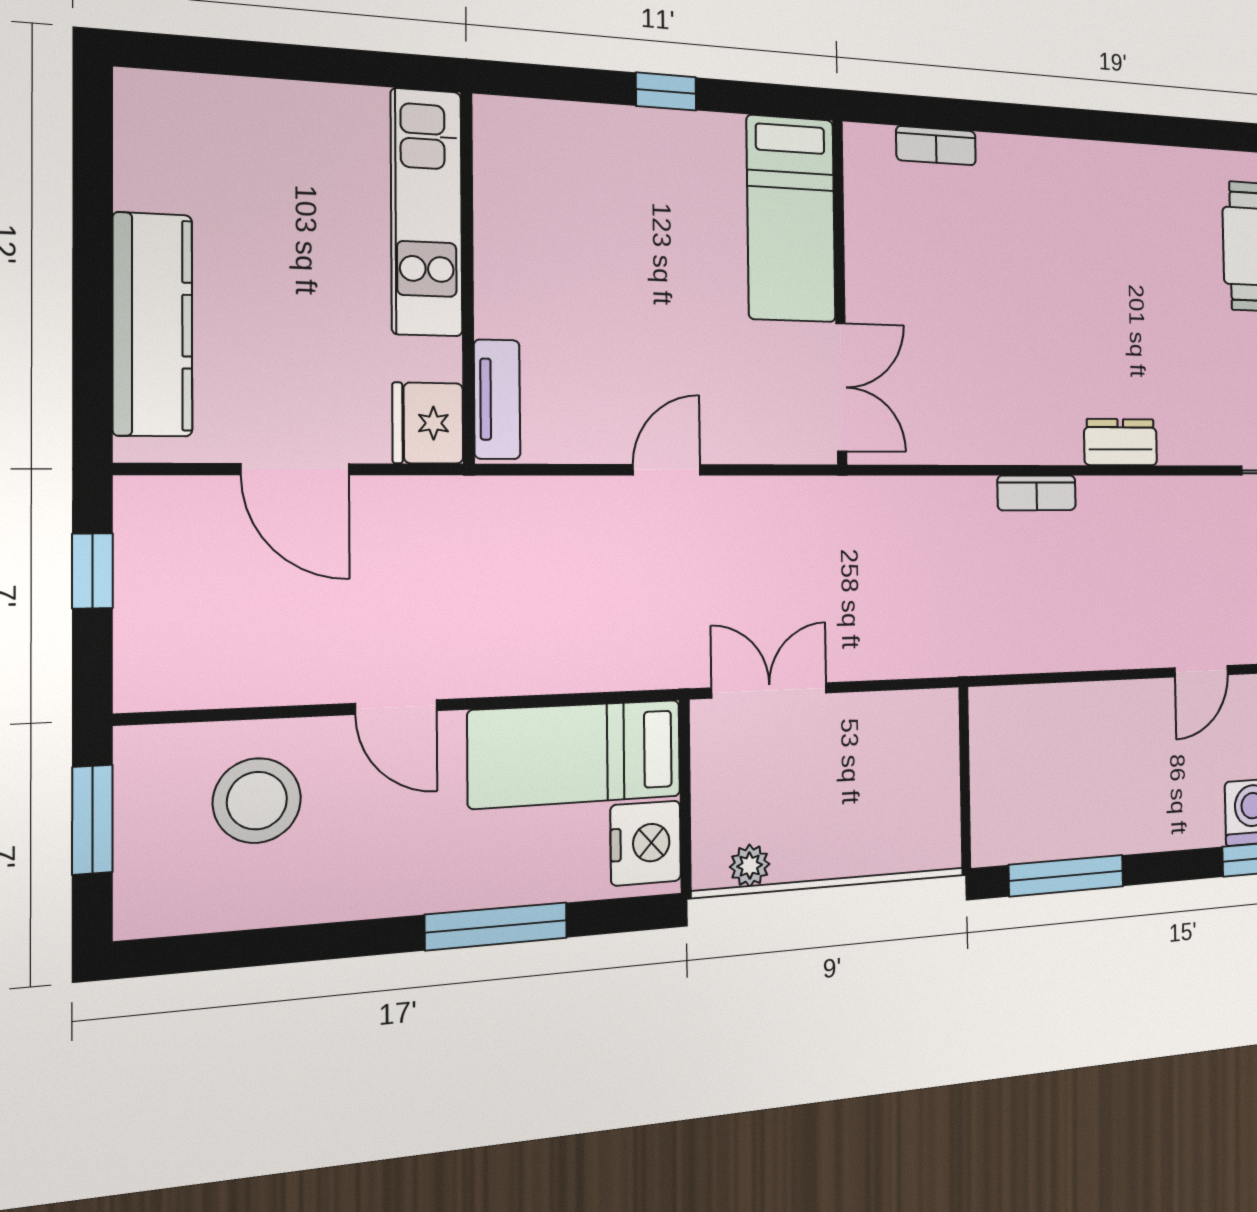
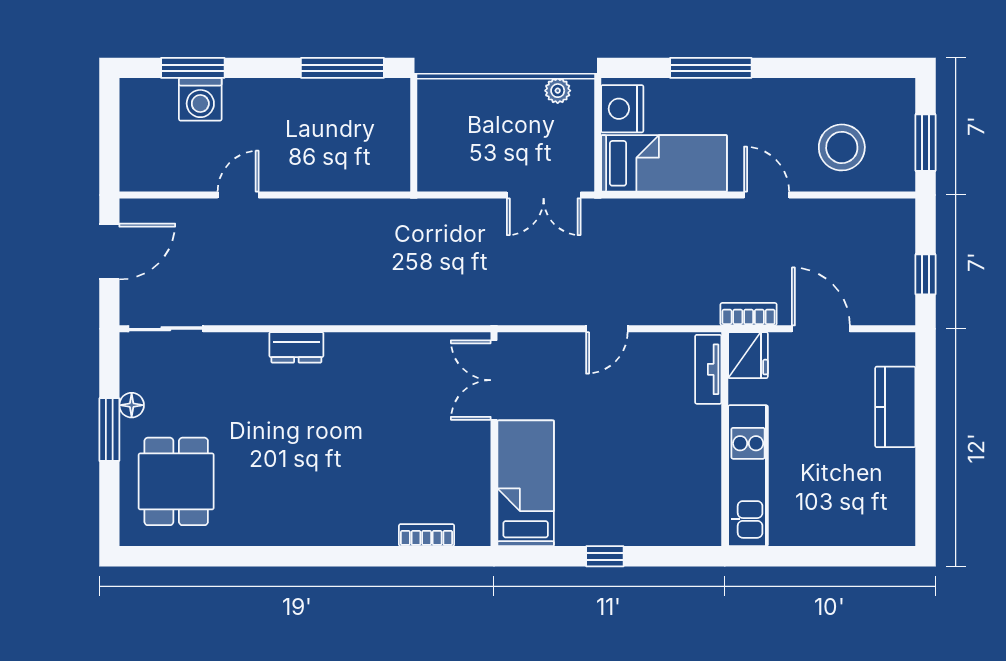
kitchen counter: (153, 325) -> (895, 407), width x0.67
bookcase: (1037, 493) -> (749, 314), moved

